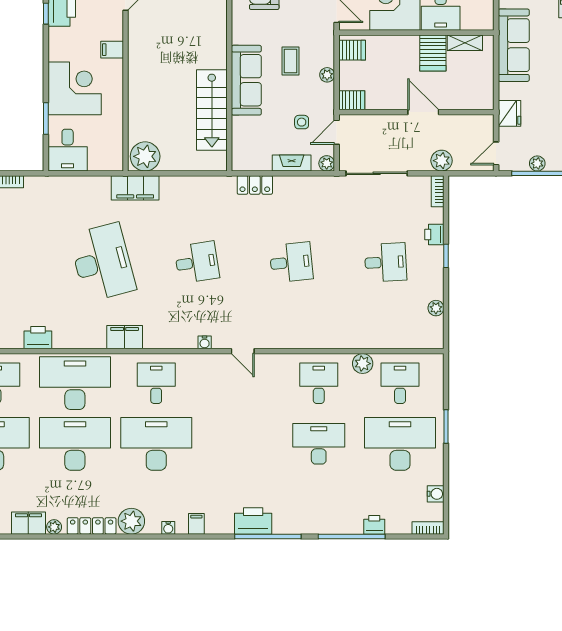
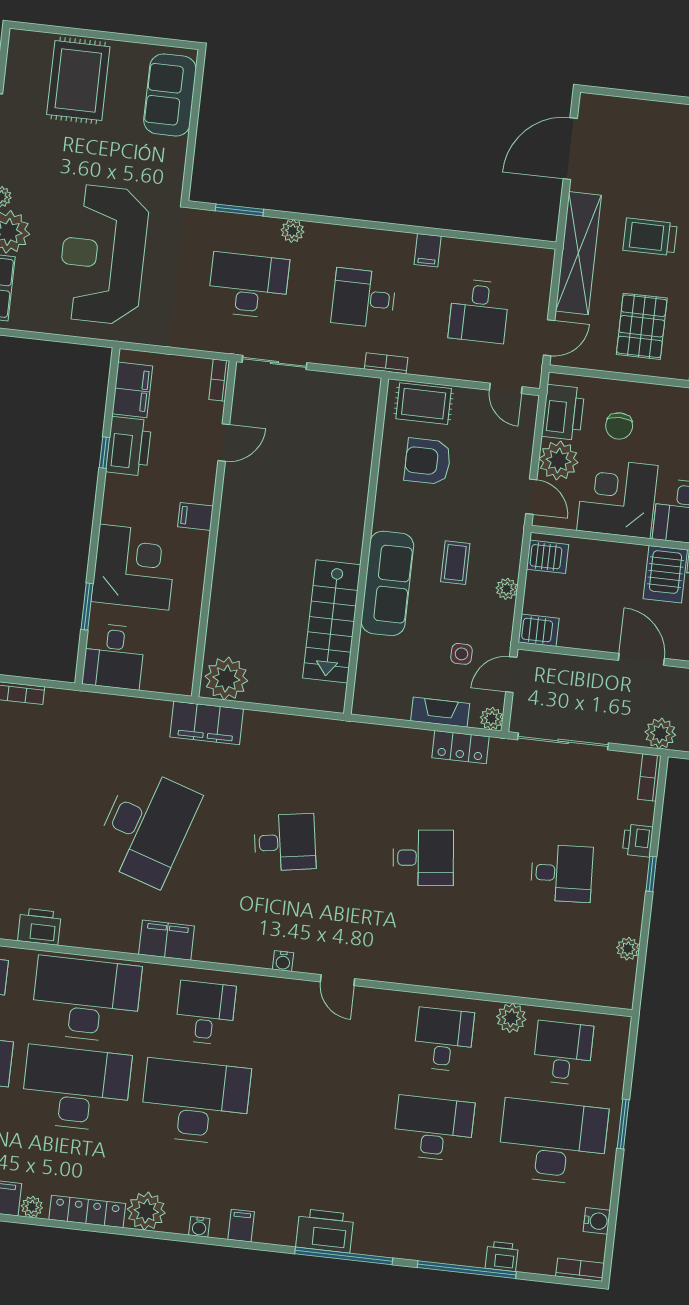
locker: (255, 185) -> (461, 747), moved
desk: (102, 262) -> (146, 827), turned 33

